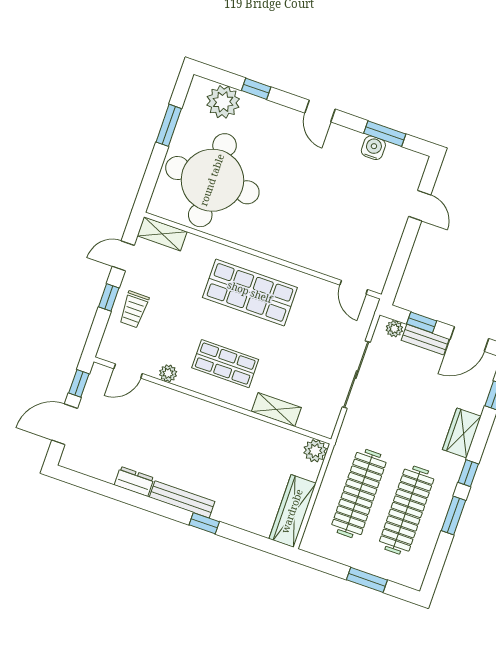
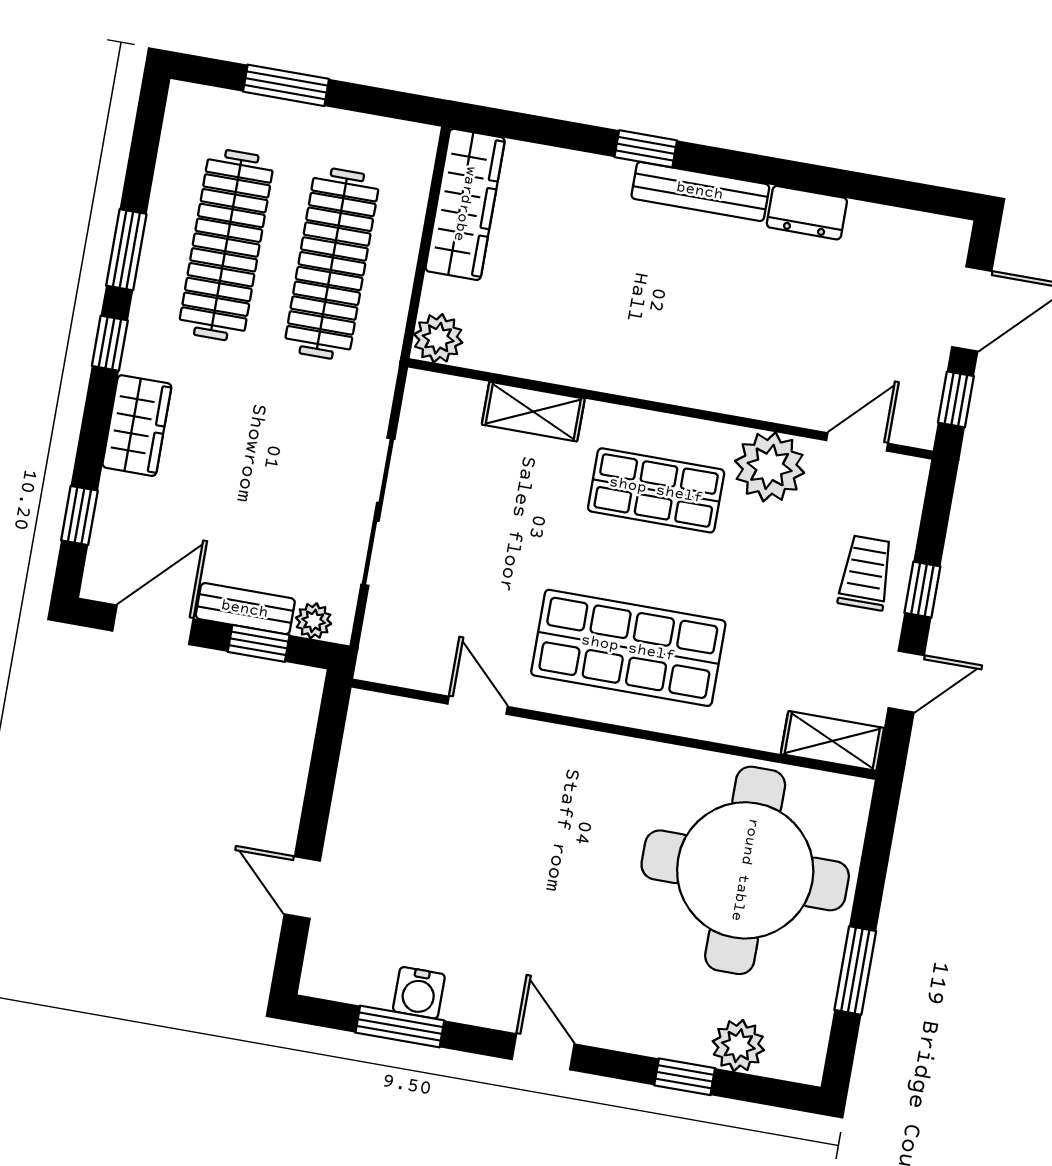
plant: (223, 102) -> (738, 1046), width x0.73, depth x0.73
door: (354, 287) -> (478, 705), moved
plant: (168, 373) -> (770, 467), width x1.88, depth x1.88

